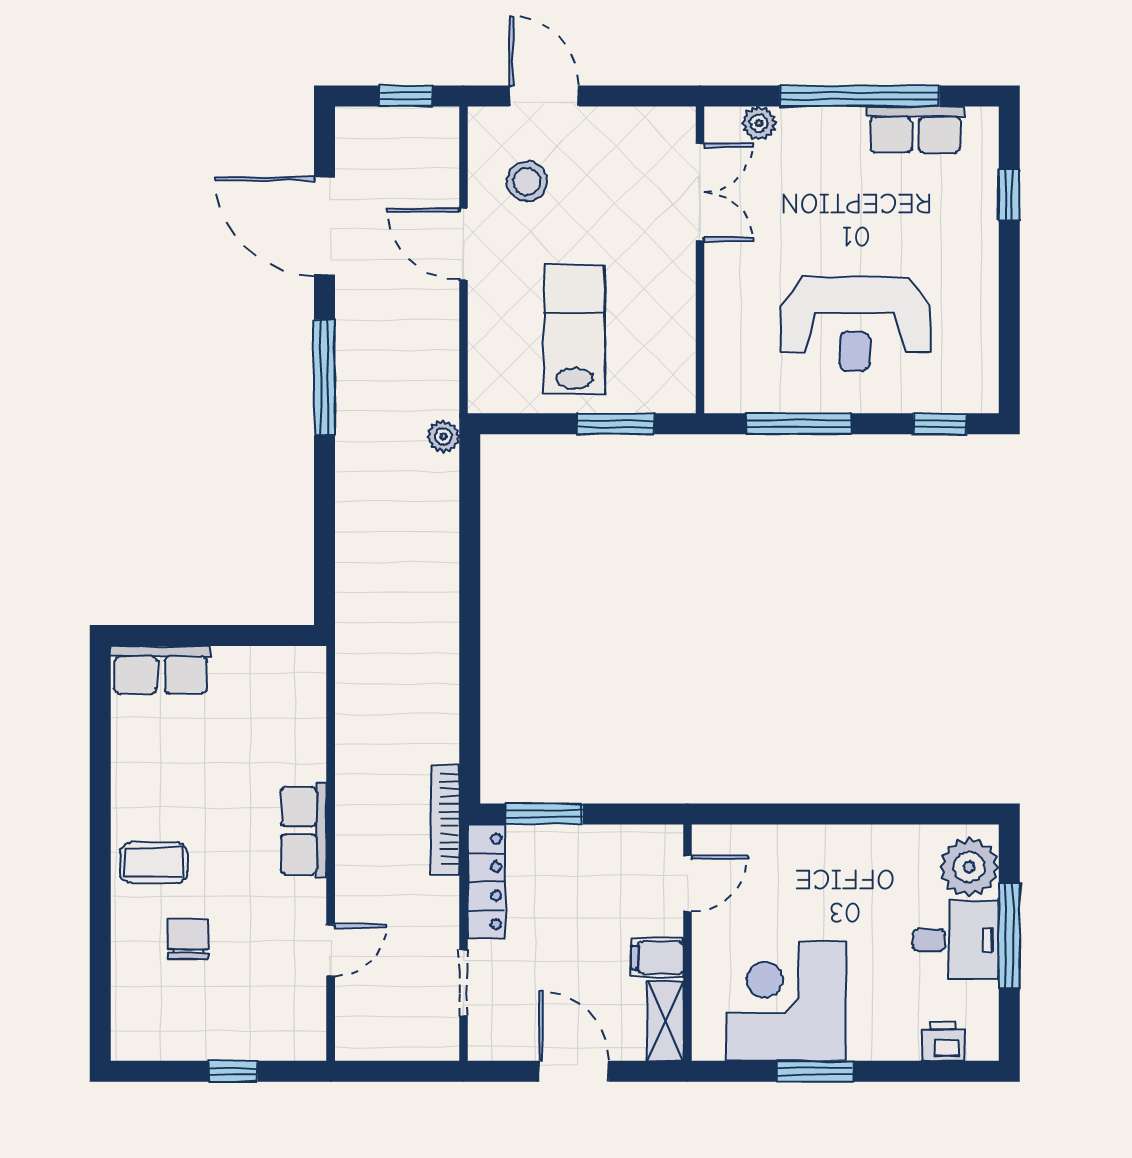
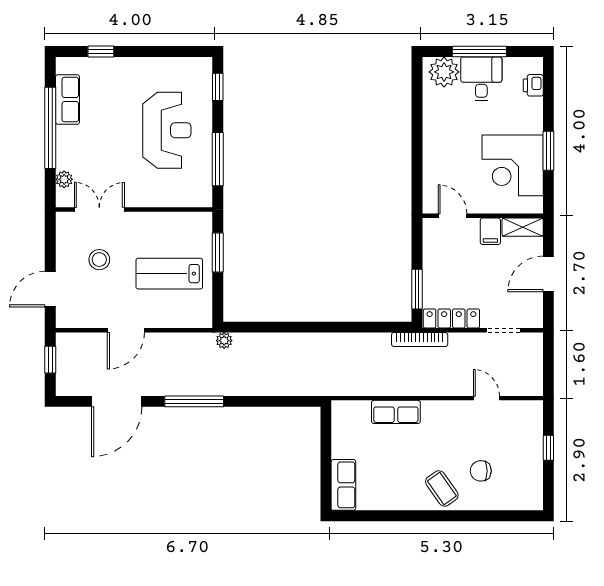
stool: (527, 181) -> (99, 260), moved
row of seats: (304, 830) -> (396, 412), moved
coffee table: (154, 863) -> (442, 488), turned -35

